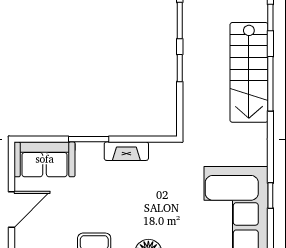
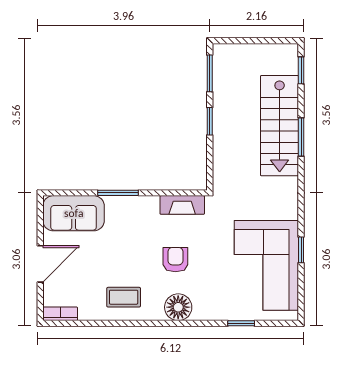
window: (270, 84) -> (301, 137), width x0.69
fireplace: (126, 151) -> (182, 205), moved
armchair: (146, 205) -> (175, 260), added

